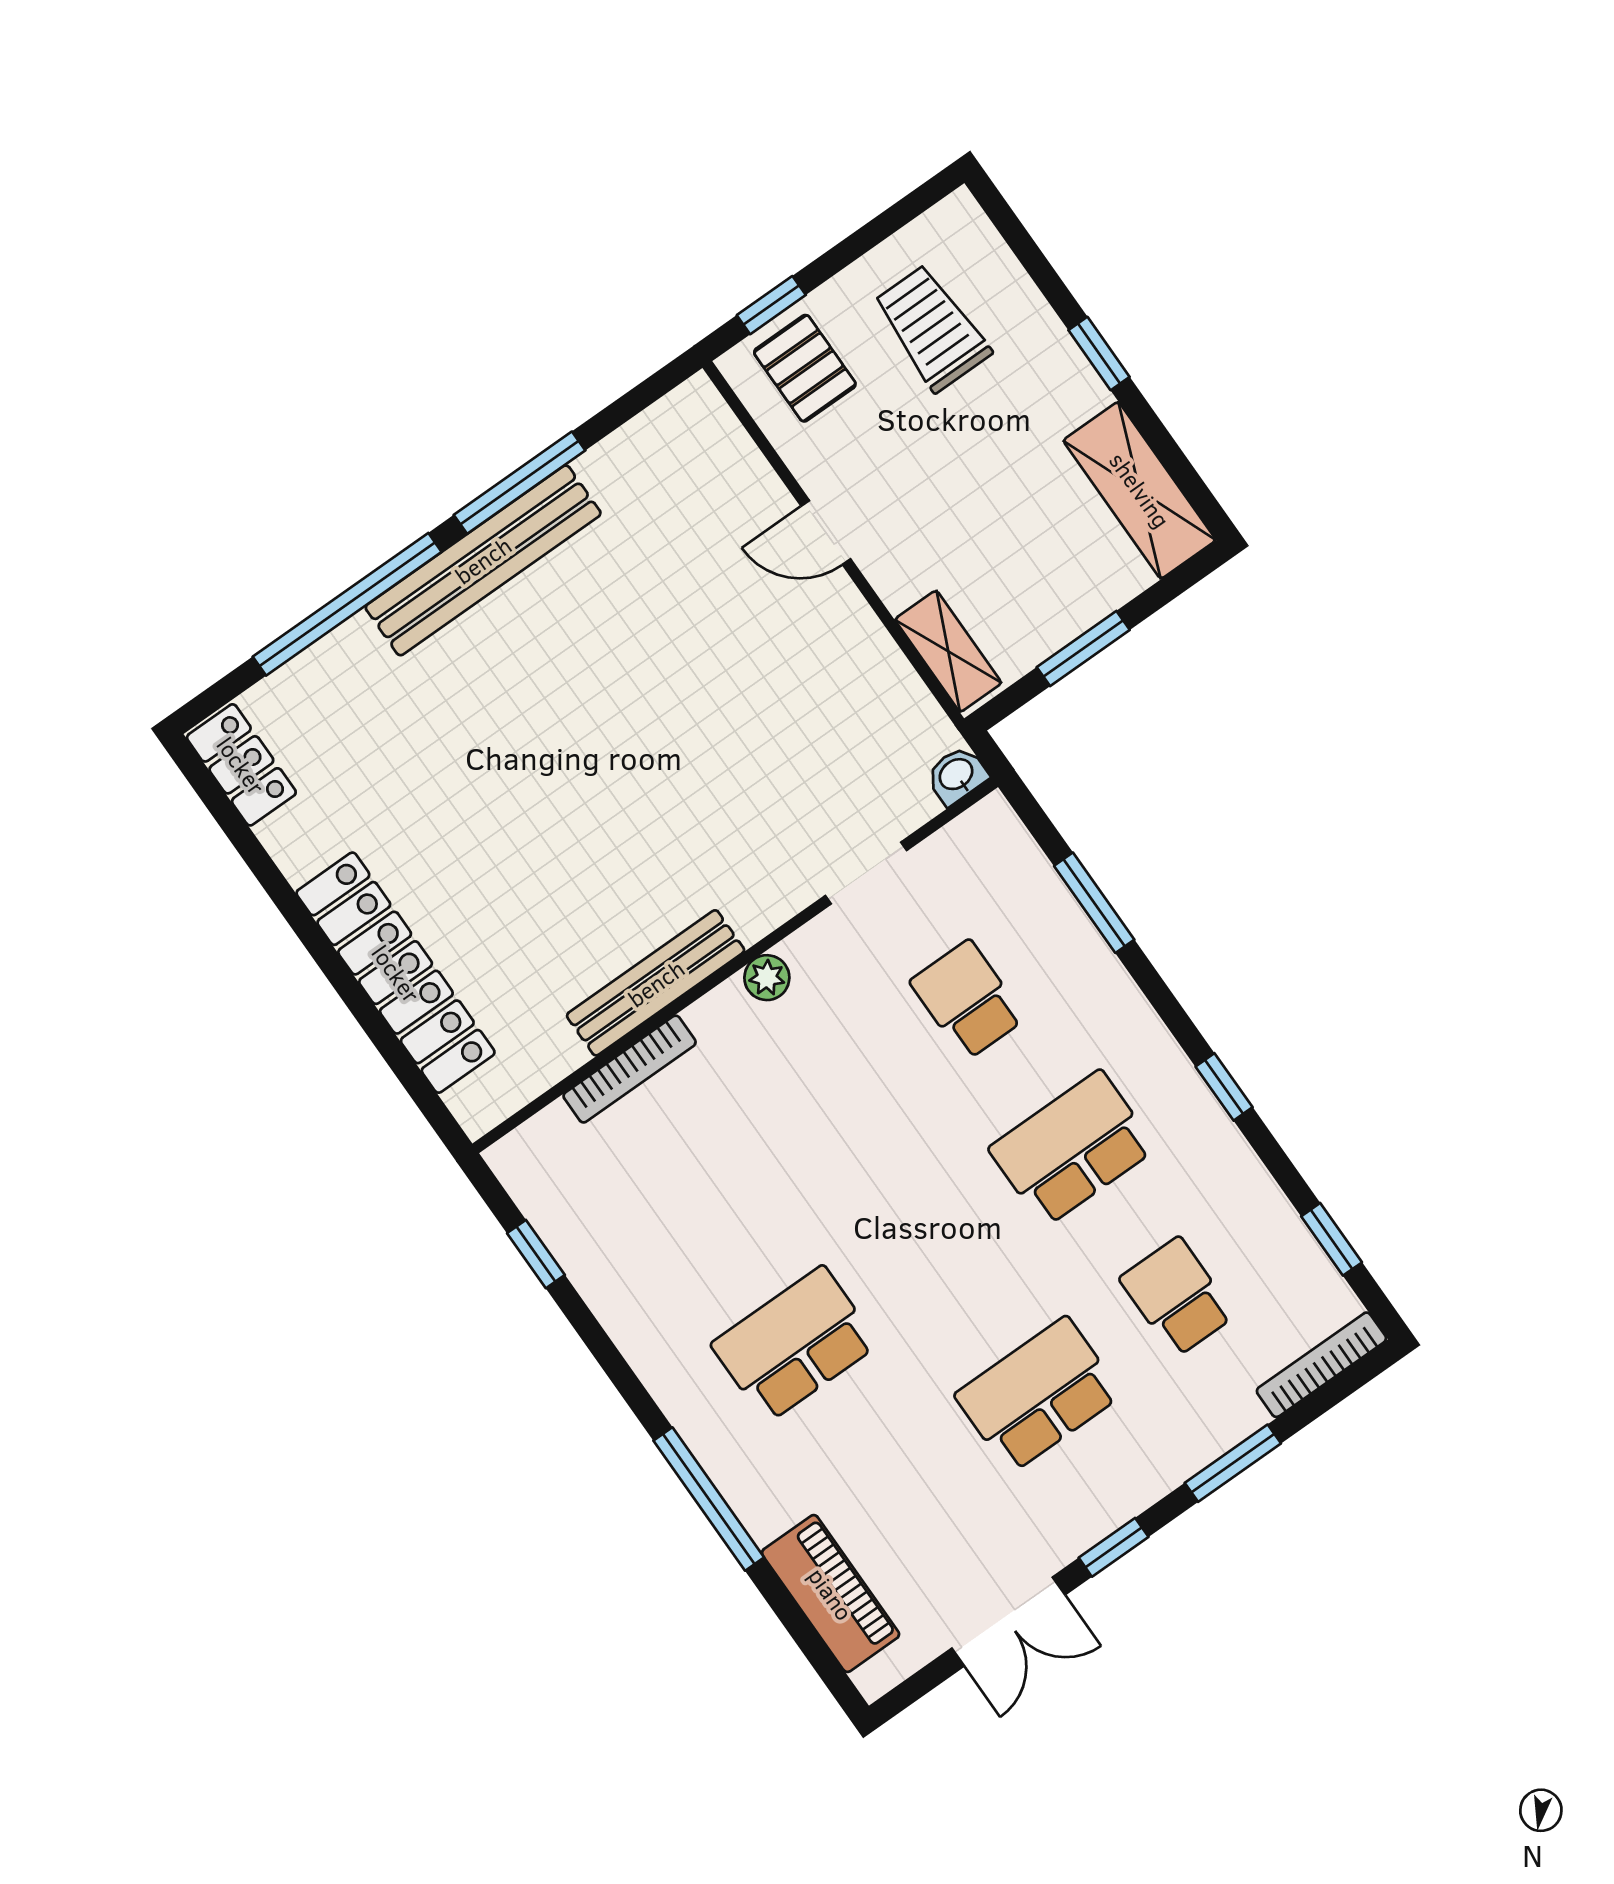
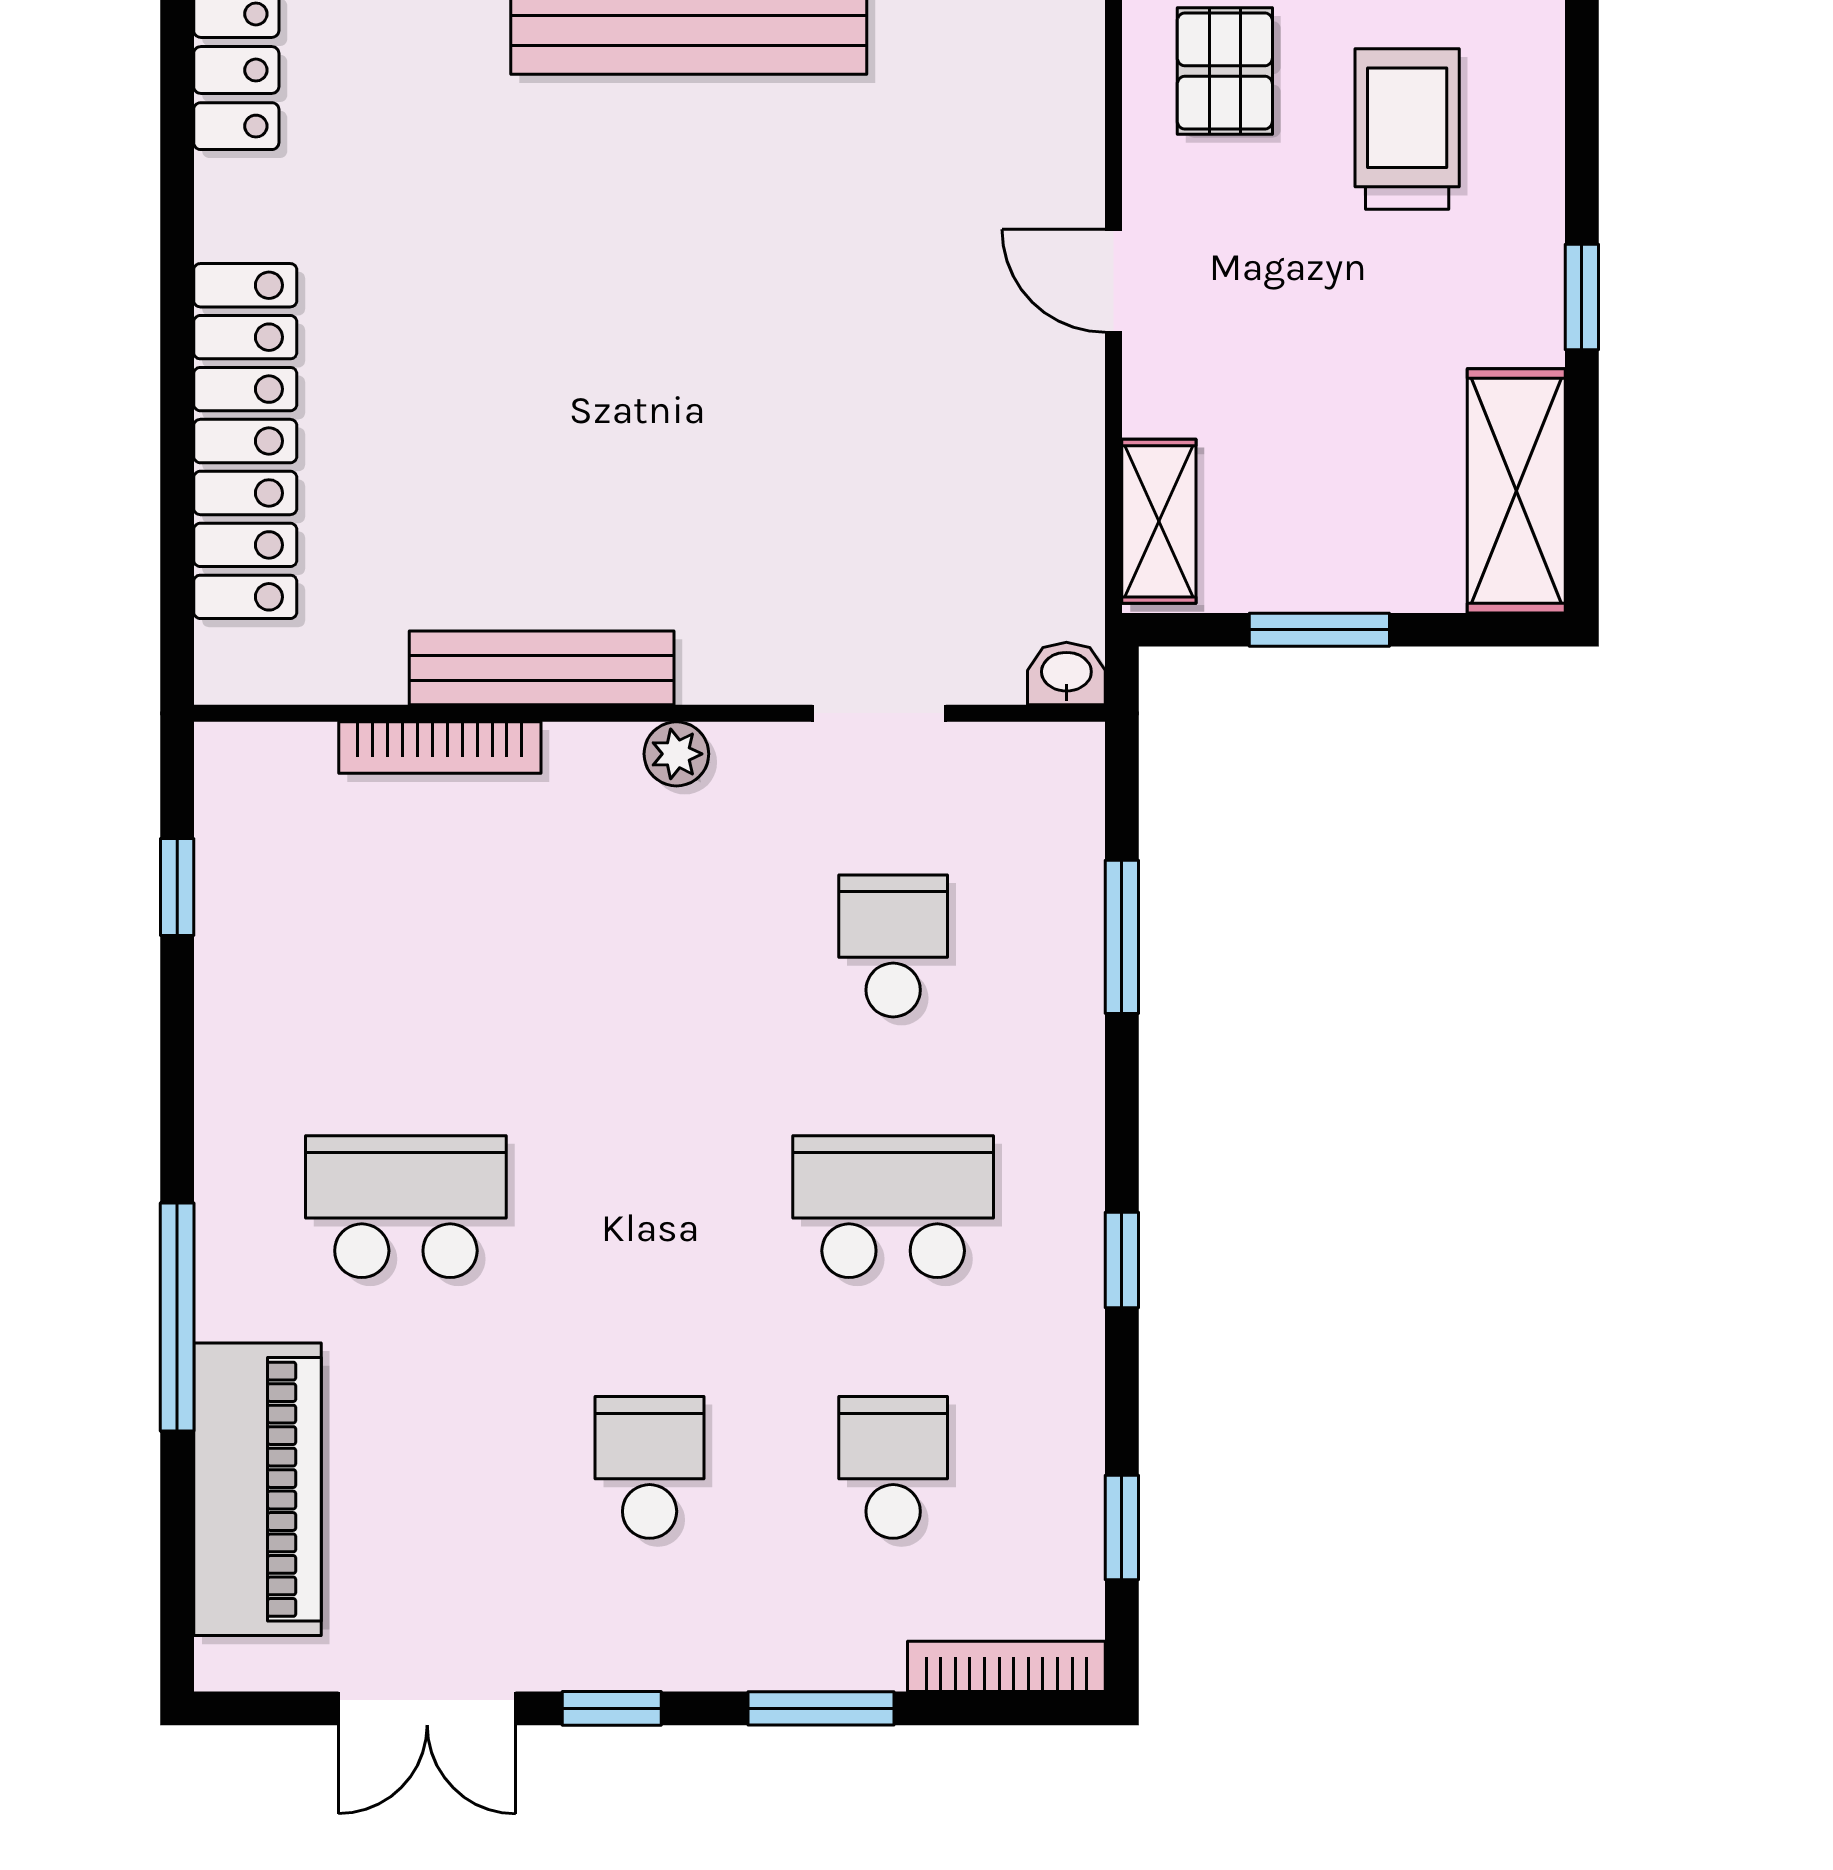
school desk: (1038, 1395) -> (650, 1467), width x0.54
piano: (831, 1594) -> (257, 1489), width x1.37, depth x1.33

